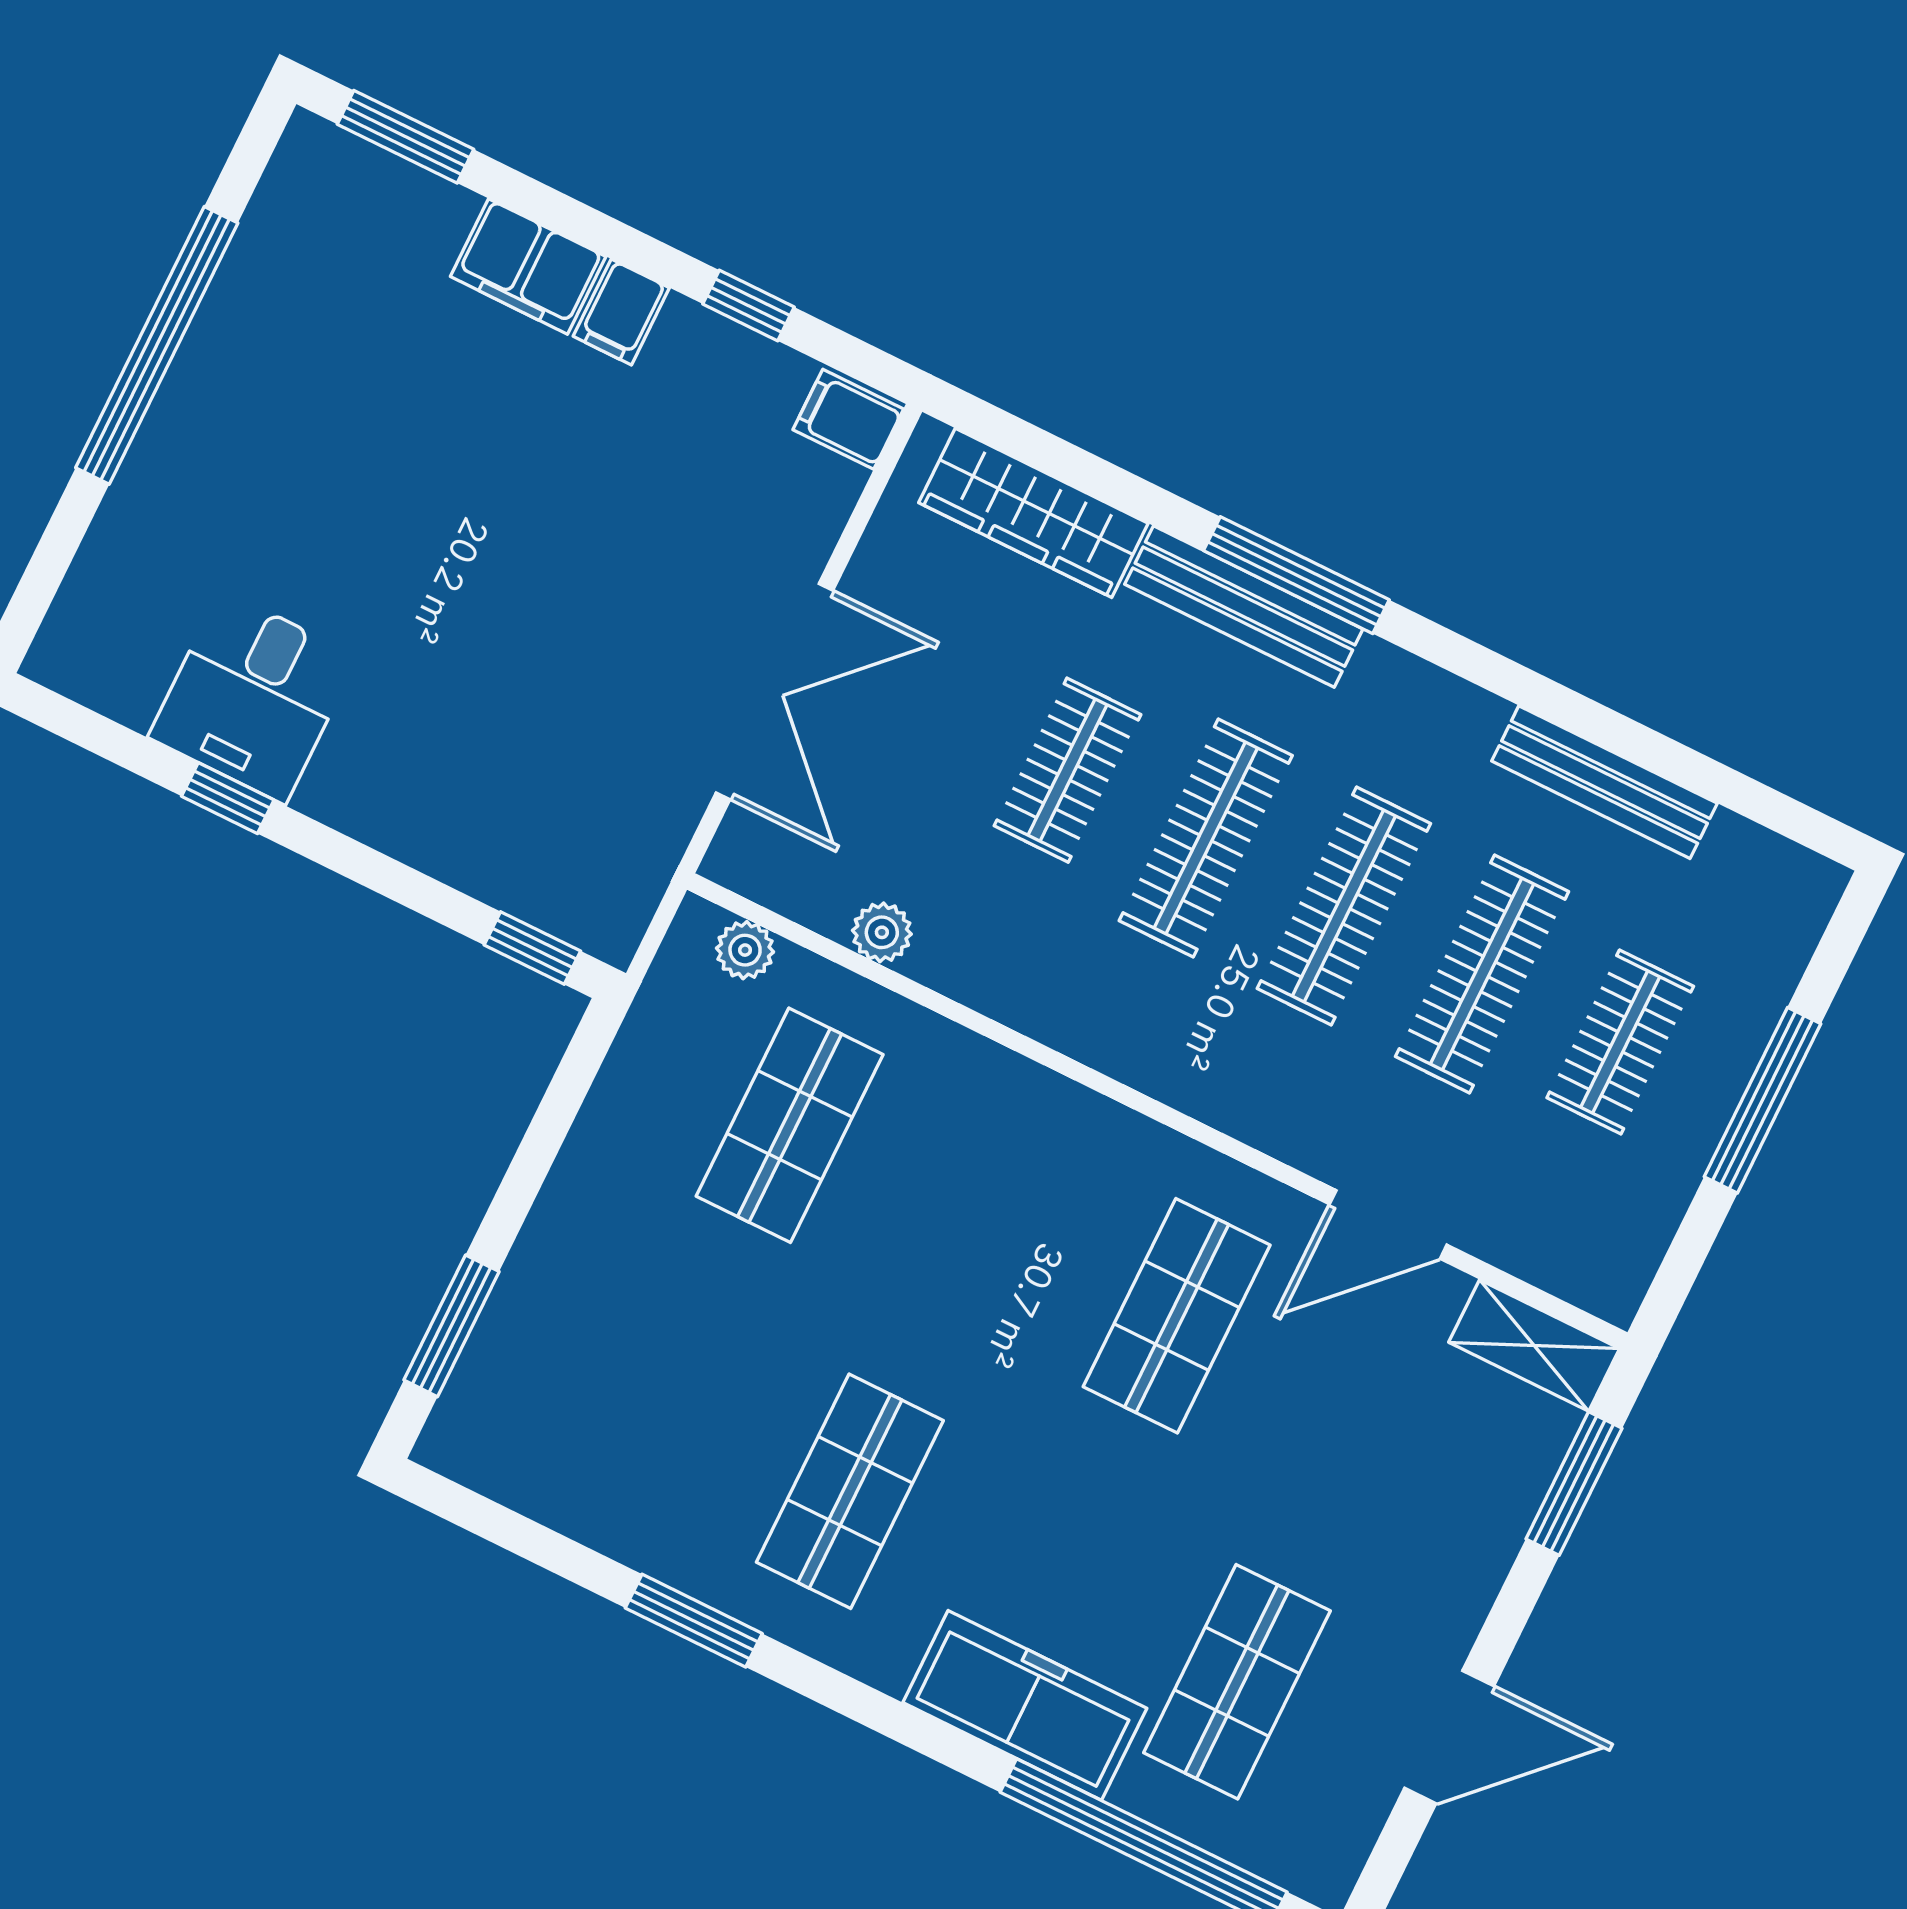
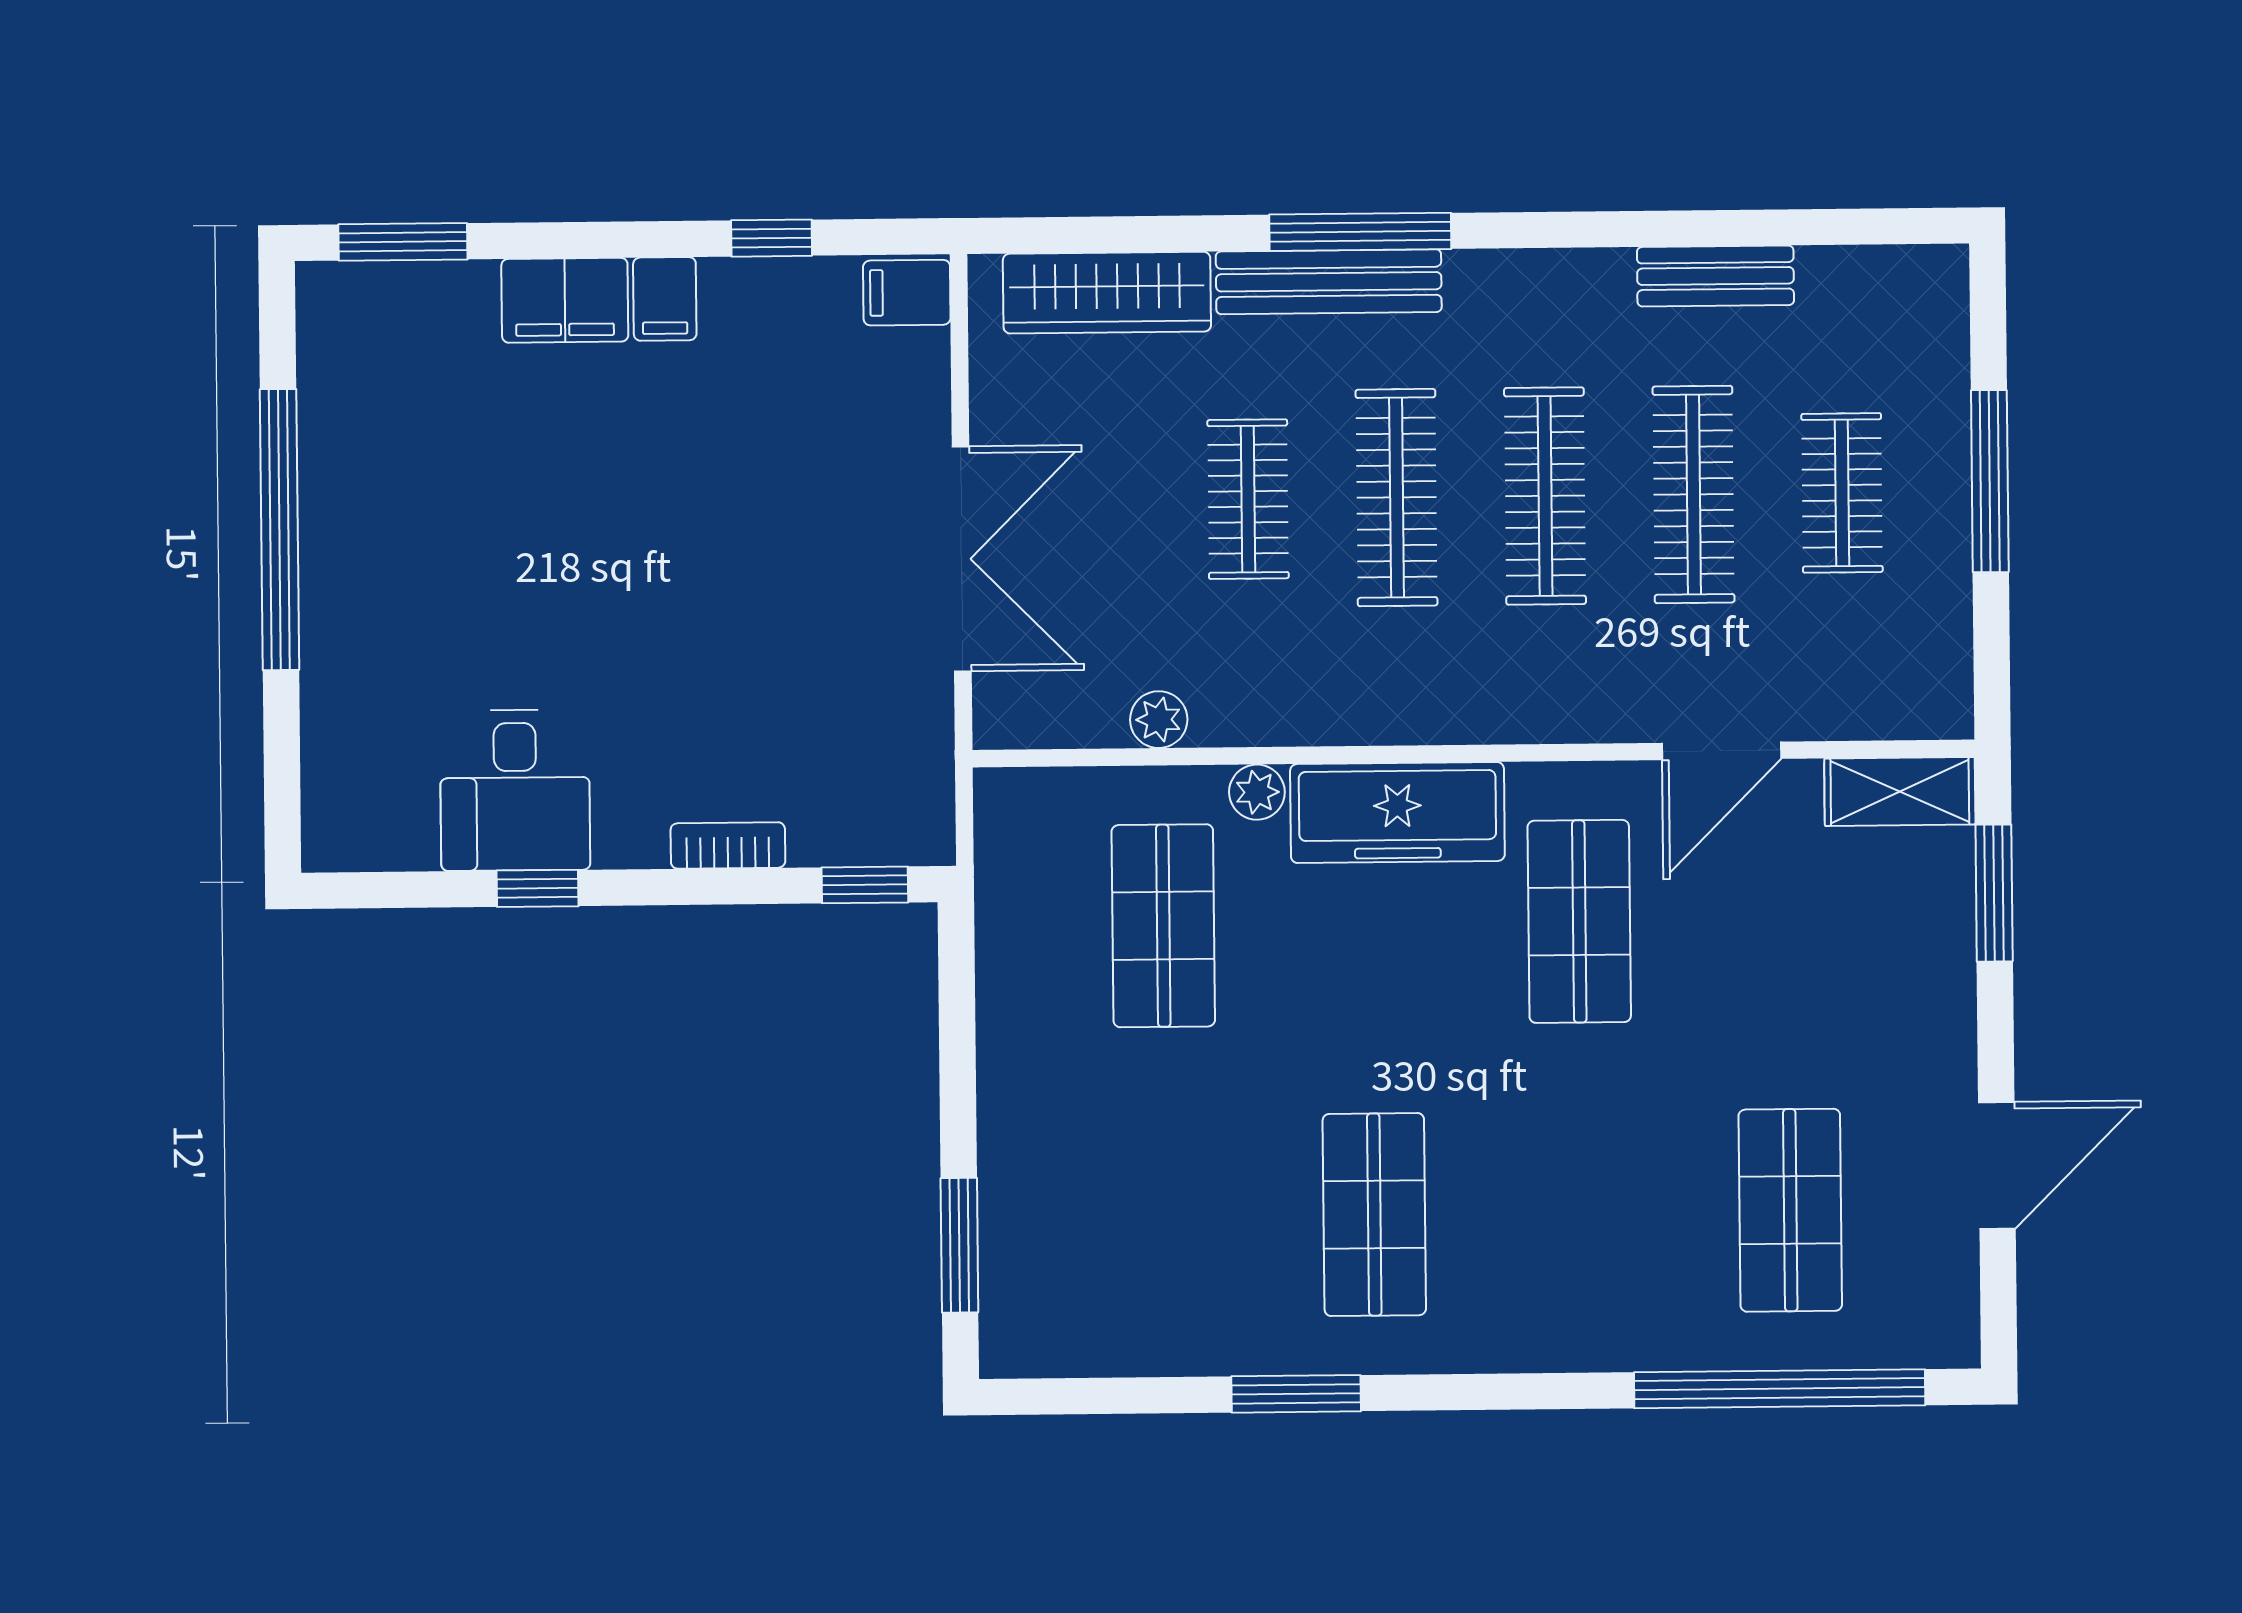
bench: (1604, 782) -> (1715, 276), width x0.73
bookcase: (424, 847) -> (728, 845), added
plant: (745, 950) -> (1257, 792), moved
freezer: (1025, 1705) -> (1397, 813), moved, turned 180

